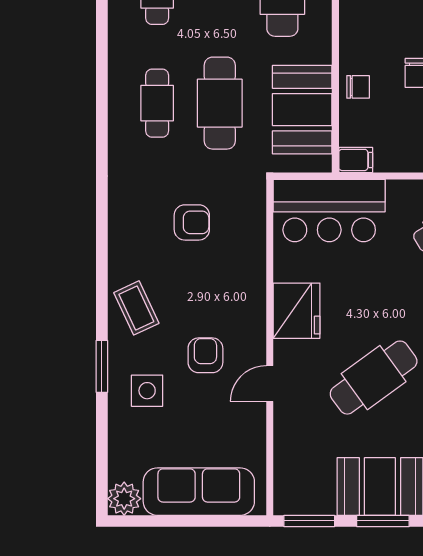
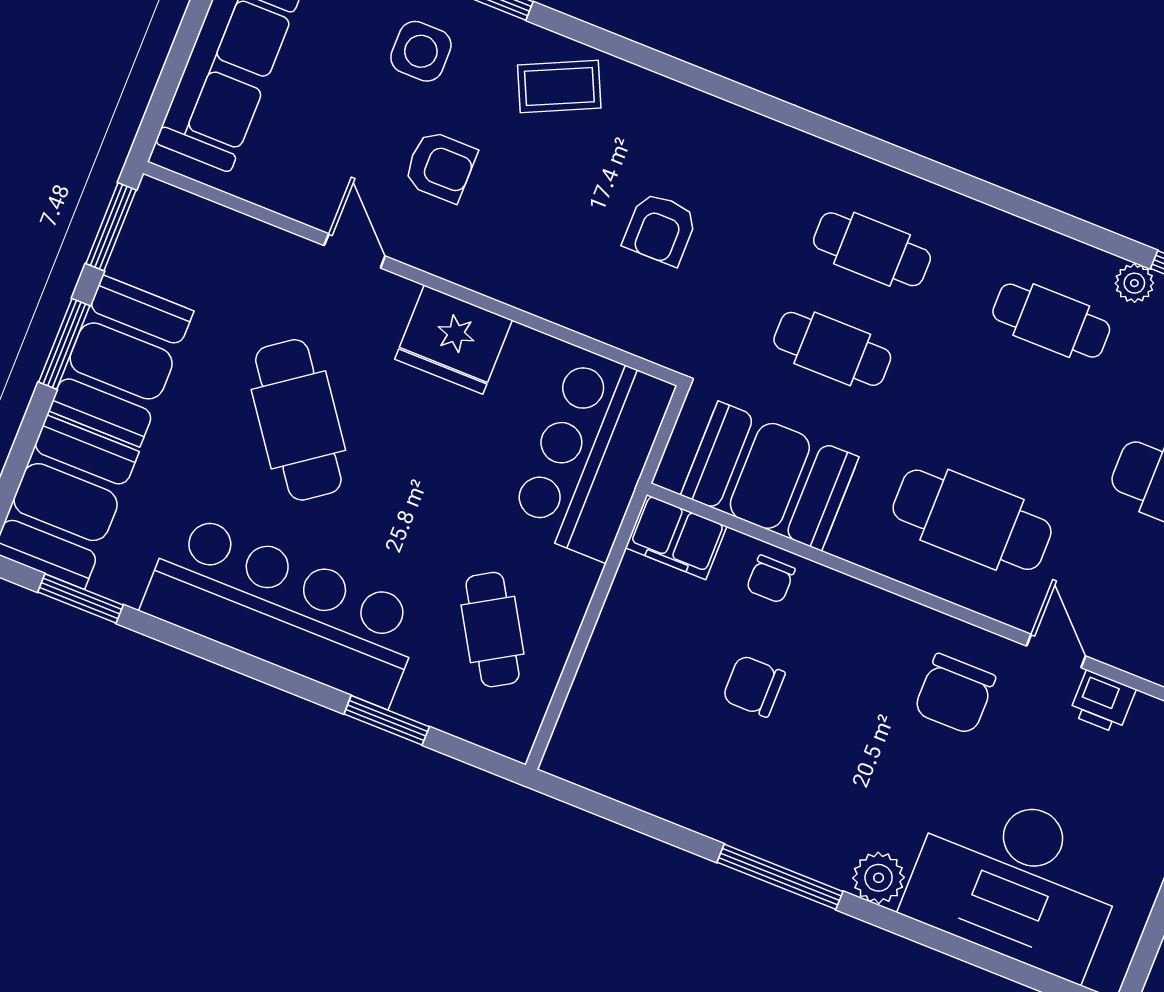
cafe table: (220, 103) -> (832, 349), width x0.73, depth x0.74
filing cabinet: (356, 160) -> (676, 537), width x2.00

